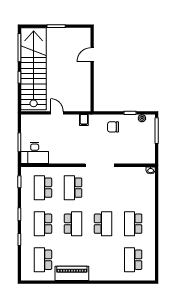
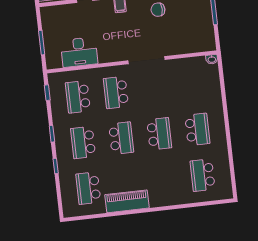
desk: (35, 153) -> (79, 52), moved
school desk: (133, 224) -> (197, 129), turned 180

